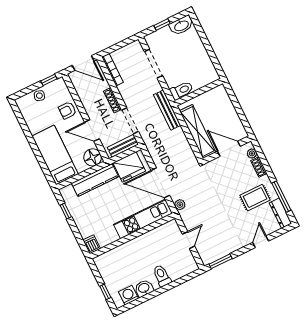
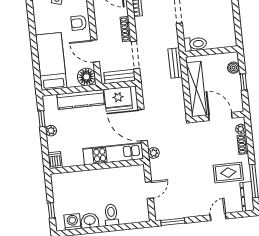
boiler: (225, 99) -> (233, 68), added
window: (239, 109) -> (243, 82), added
bench: (167, 110) -> (175, 63), width x0.73
plant: (78, 219) -> (51, 131), added

